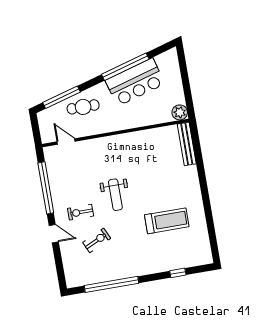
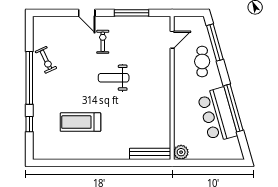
window: (46, 188) -> (131, 13), width x0.68
treadmill: (167, 221) -> (80, 122), turned 90
door: (54, 234) -> (87, 13), hinge flipped
exercise bike: (97, 240) -> (46, 60), moved
window: (112, 284) -> (29, 78), moved

